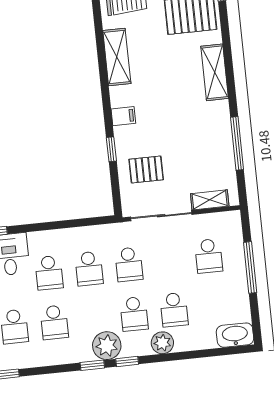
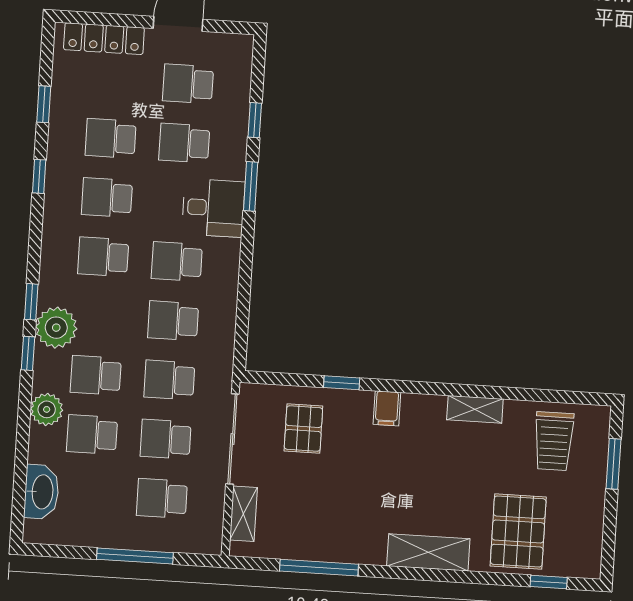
shelving: (117, 57) -> (475, 409), width x0.67, depth x0.75
school desk: (169, 260) -> (166, 439), added
washbasin: (235, 335) -> (42, 492), moved

